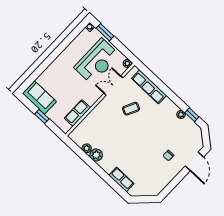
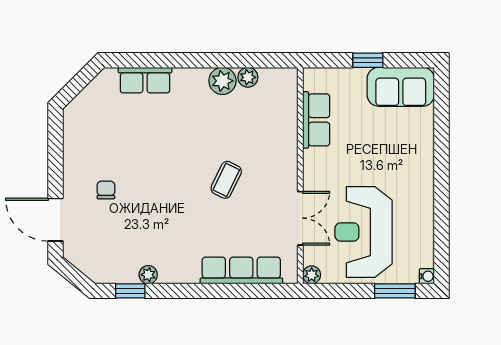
coffee table: (131, 109) -> (226, 180), moved

